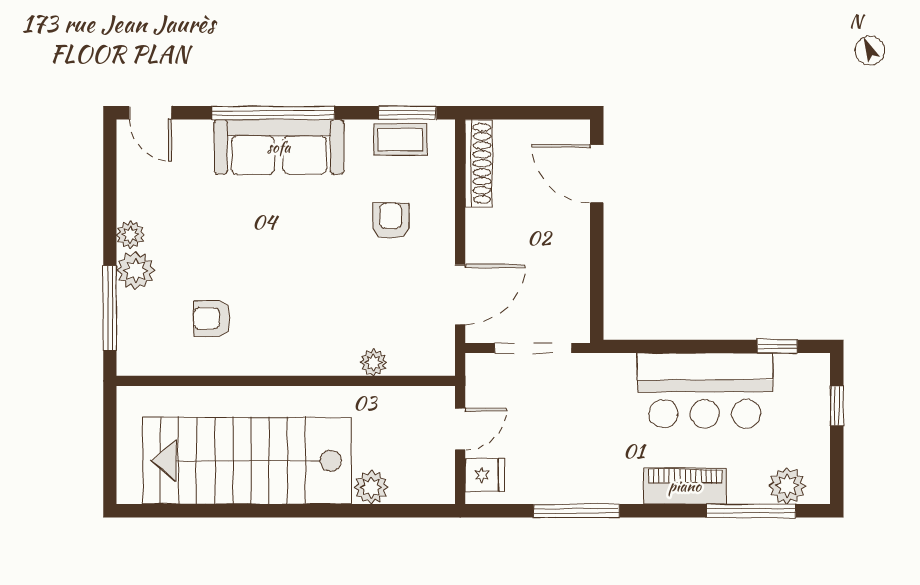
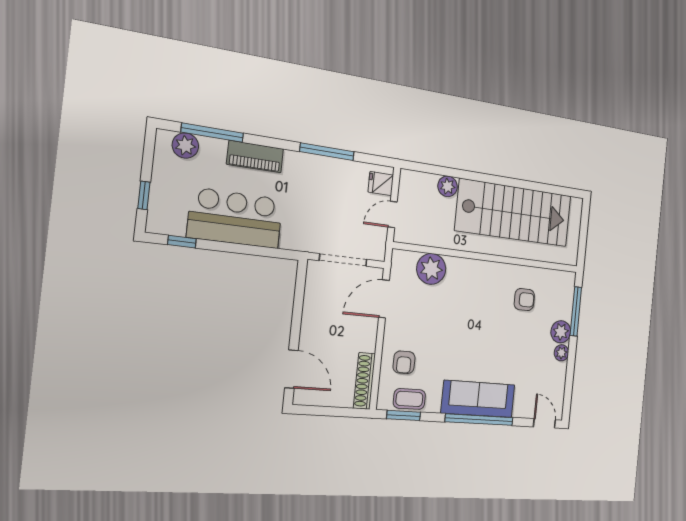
armchair: (391, 221) -> (404, 362), moved
plant: (373, 363) -> (431, 269), width x1.88, depth x1.88

